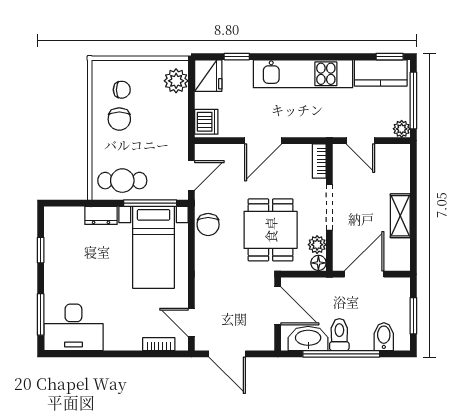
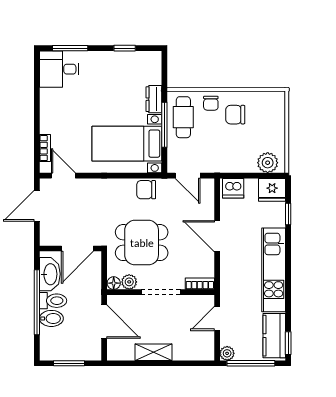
chair: (122, 90) -> (211, 103), moved
window: (150, 203) -> (164, 125), moved
door: (191, 322) -> (63, 176), hinge flipped
desk: (73, 327) -> (59, 69), width x0.73
bidet: (384, 337) -> (51, 318), moved

